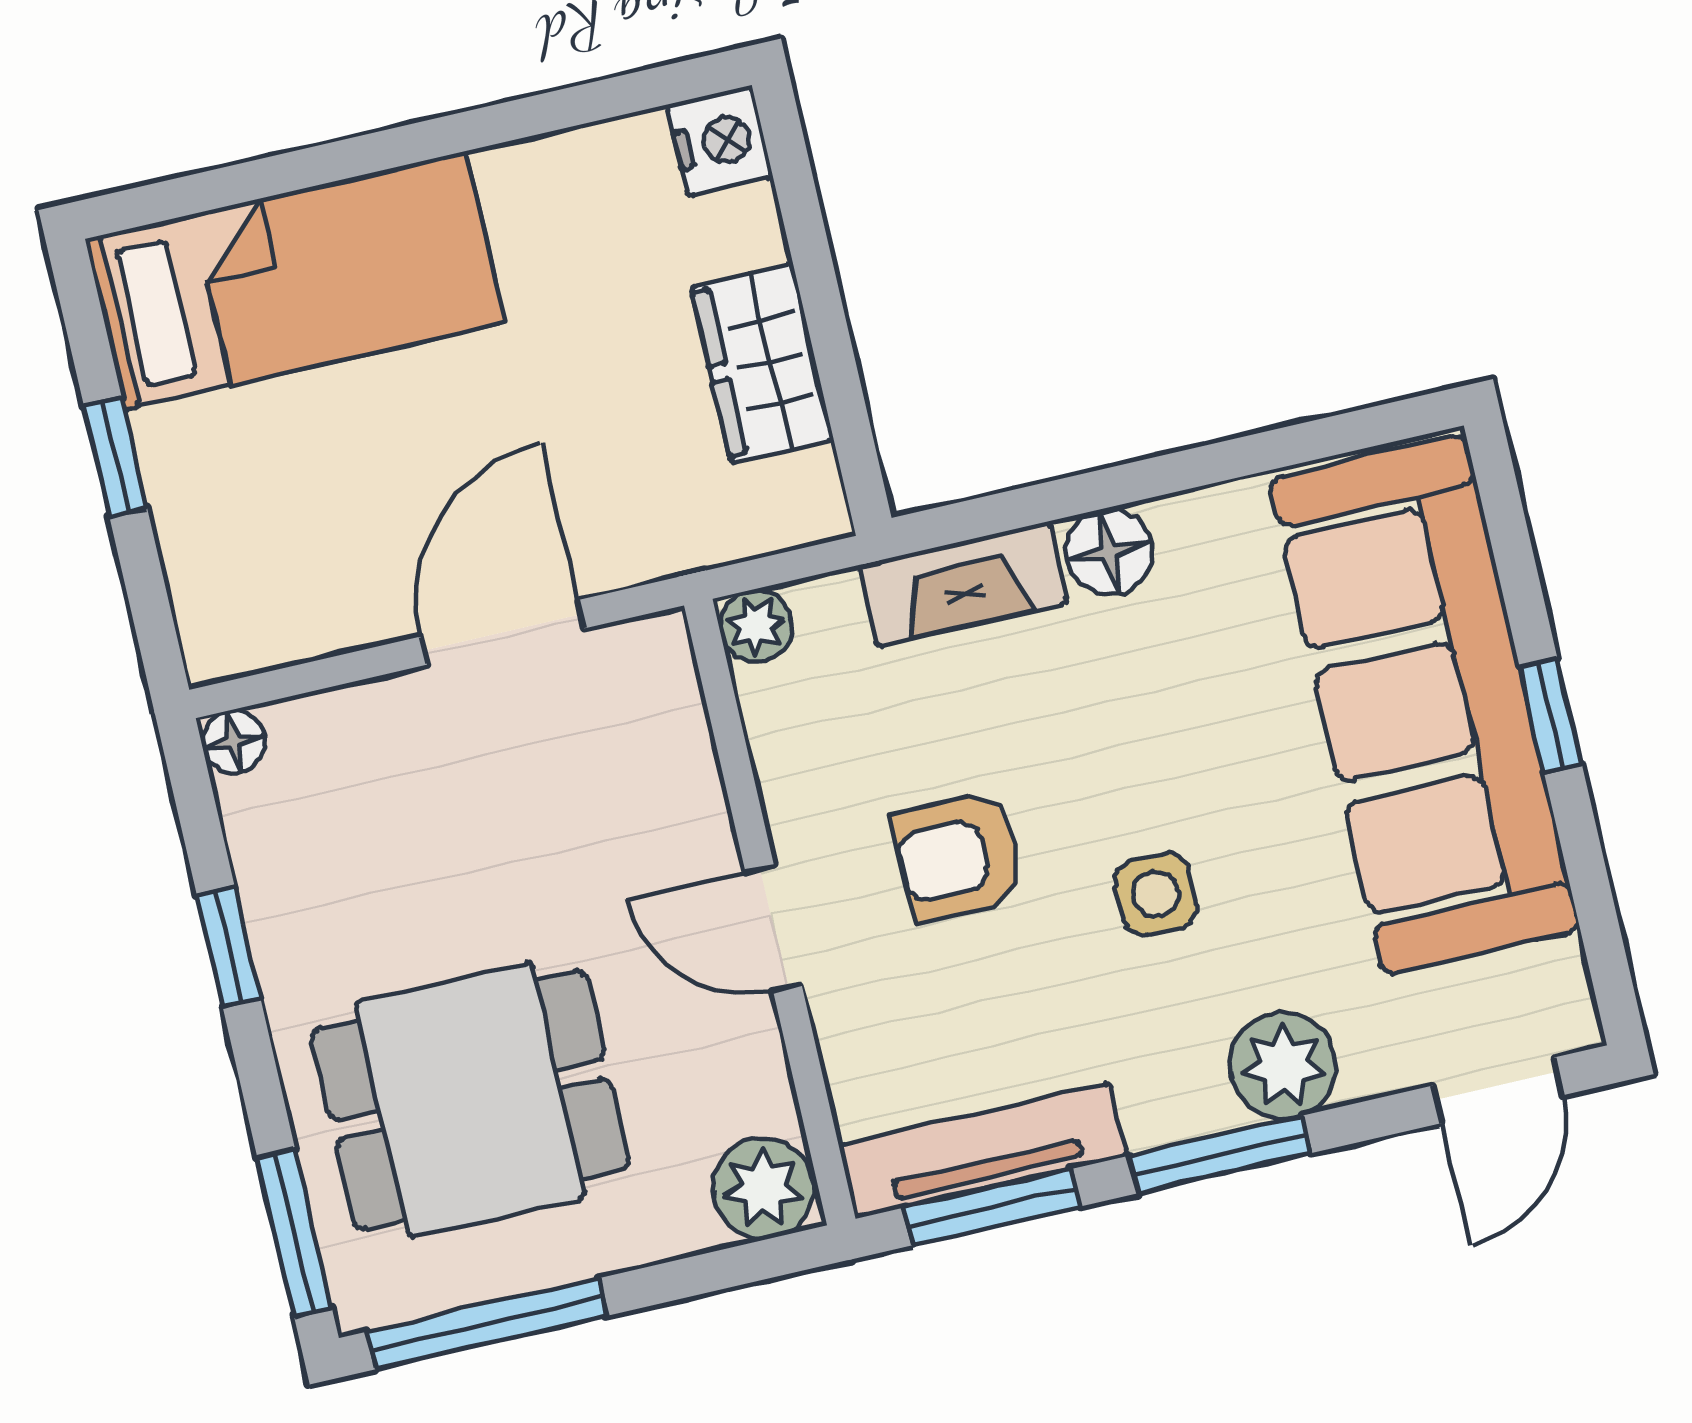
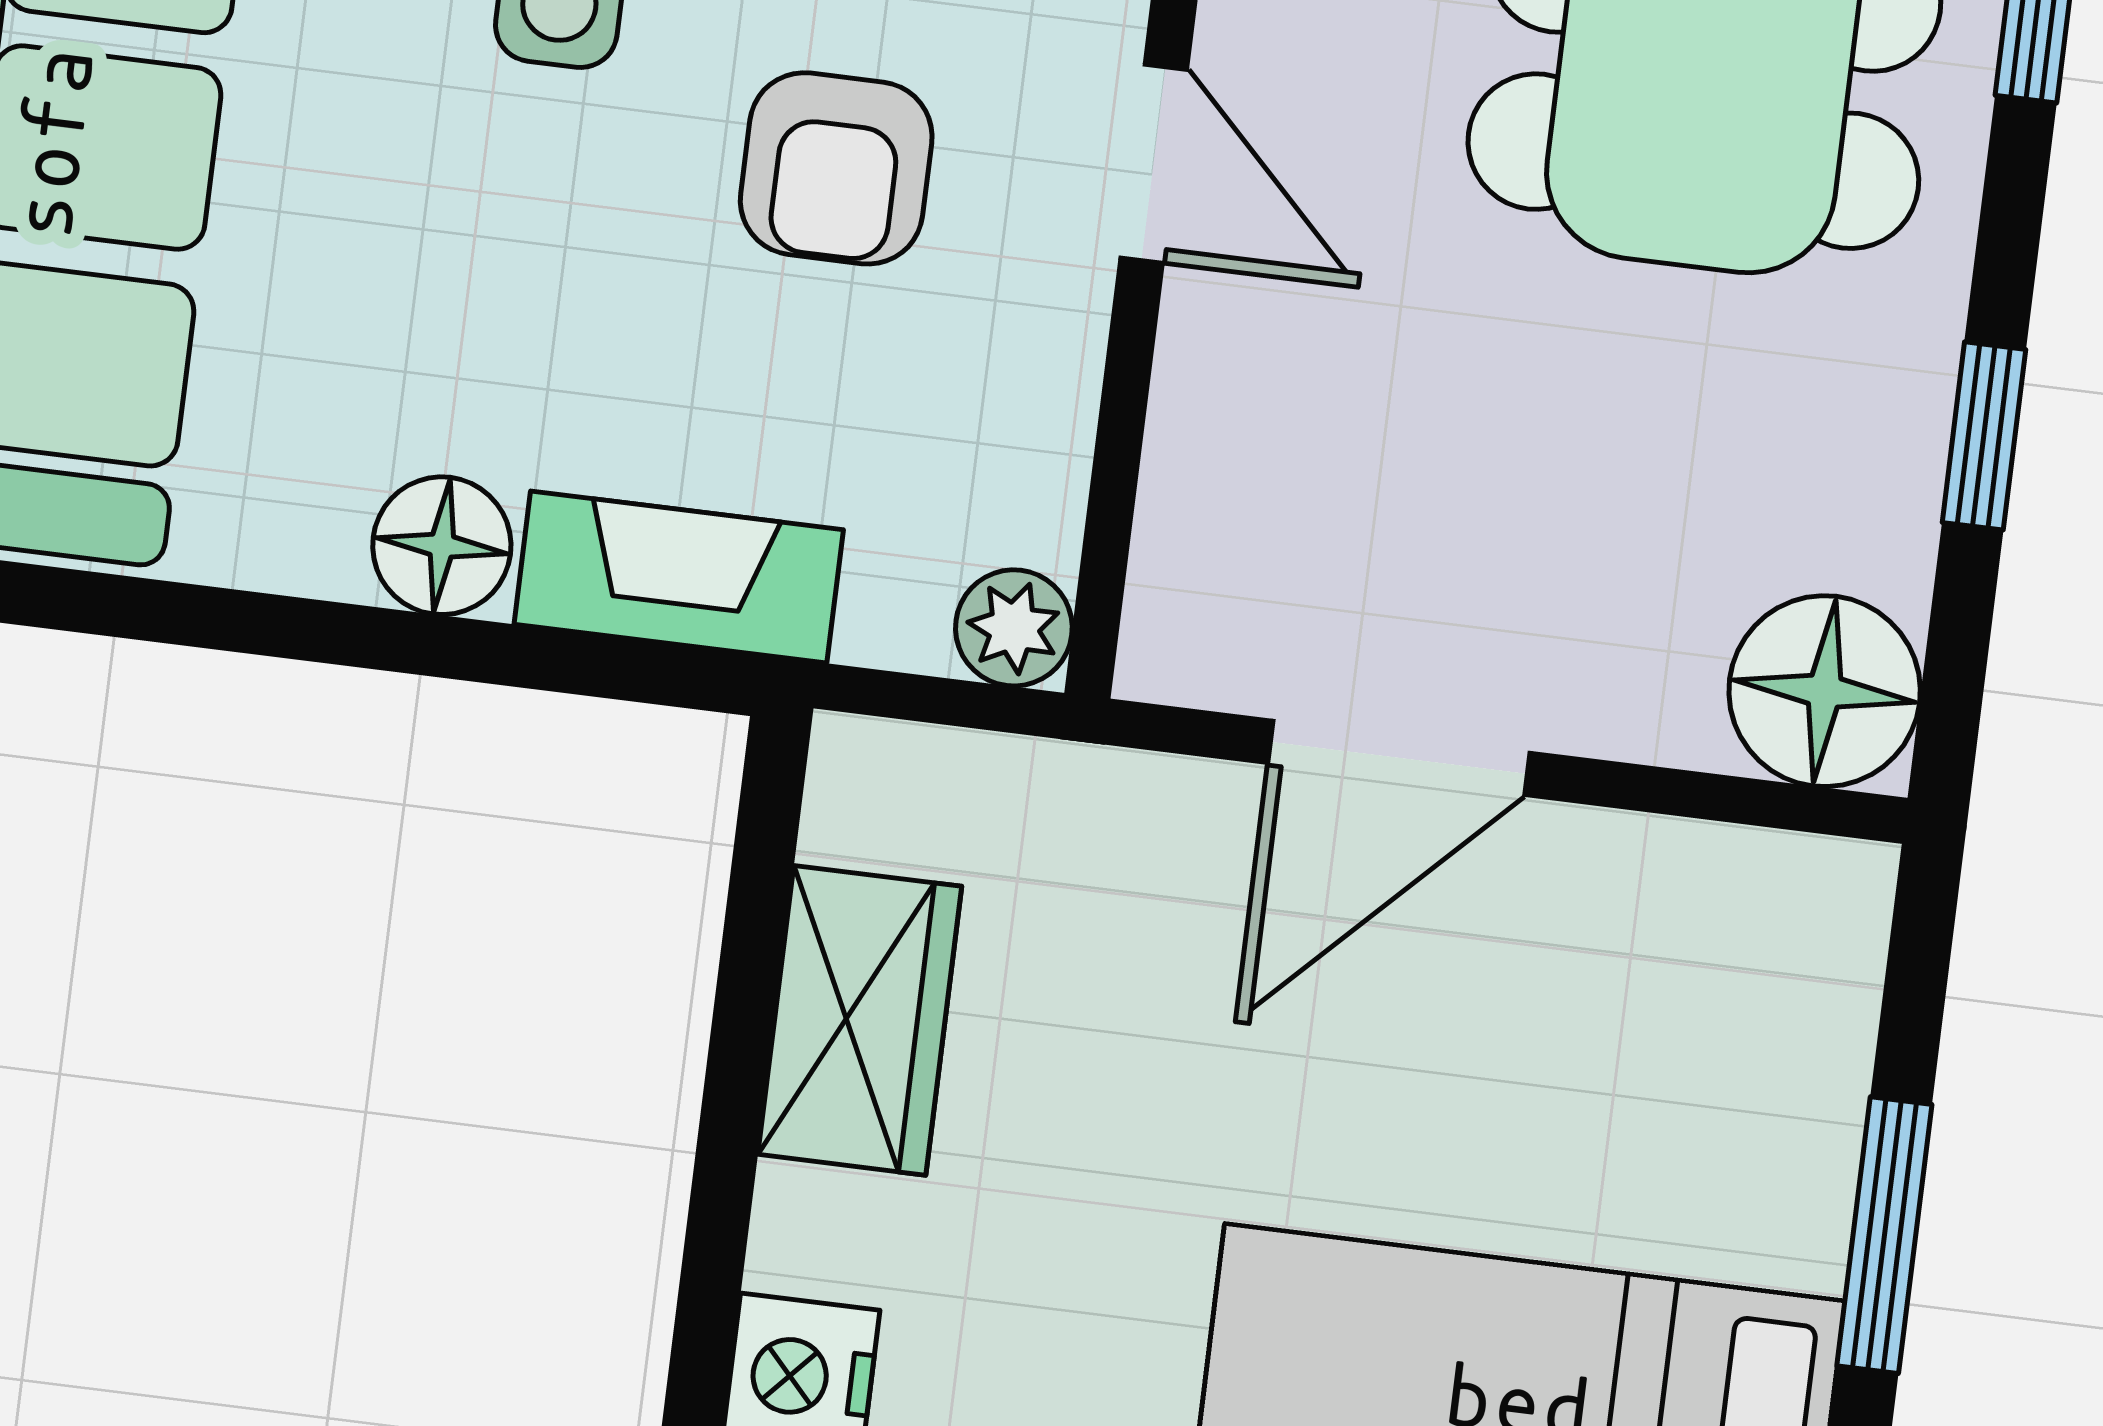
window: (116, 457) -> (1884, 1235), width x1.50
floor lamp: (234, 742) -> (1825, 691), width x1.89, depth x1.89
armchair: (959, 857) -> (836, 168), turned 90

